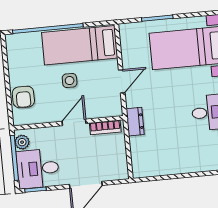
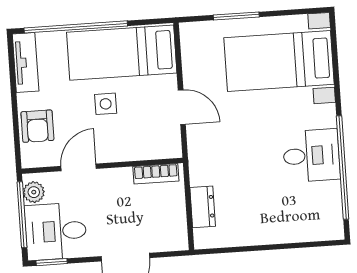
tv unit: (14, 54) -> (26, 63), added
door: (122, 81) -> (182, 107), hinge flipped
door: (74, 122) -> (79, 167), moved
dresser: (135, 122) -> (203, 207), moved

